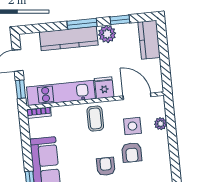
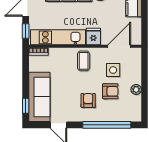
door: (137, 96) -> (119, 46), hinge flipped
plant: (161, 124) -> (136, 89), moved
armchair: (132, 152) -> (110, 91), turned -90

